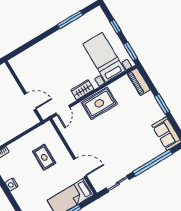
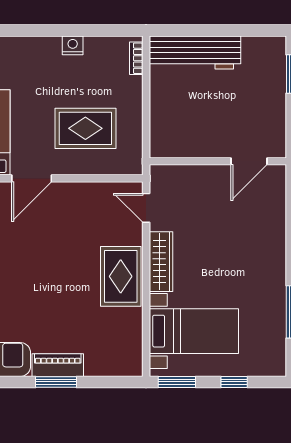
piano: (139, 82) -> (58, 365), moved
wardrobe: (82, 90) -> (161, 262), width x1.50
door: (30, 102) -> (249, 161), moved
rug: (44, 157) -> (85, 128), width x1.36, depth x1.43

